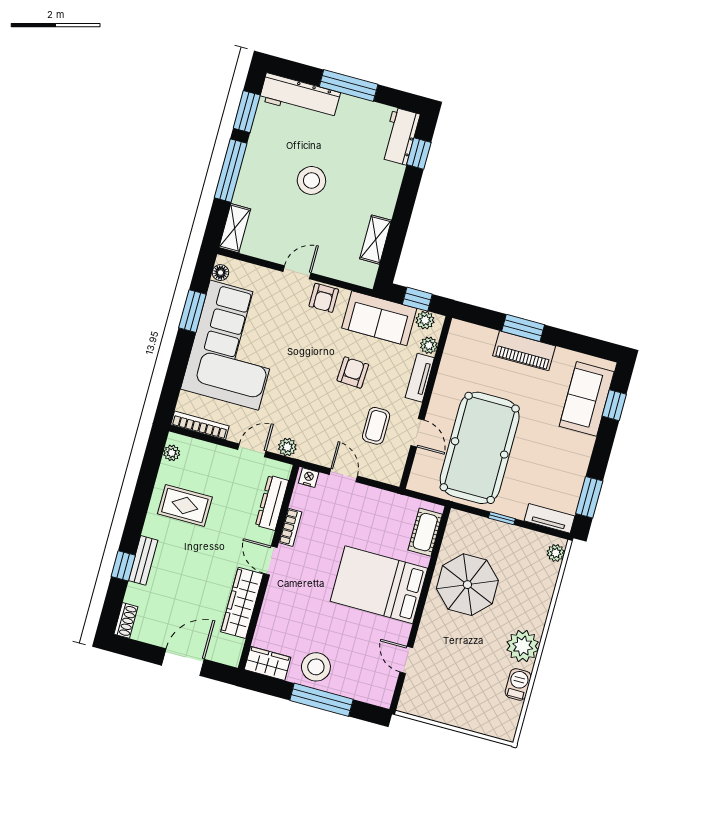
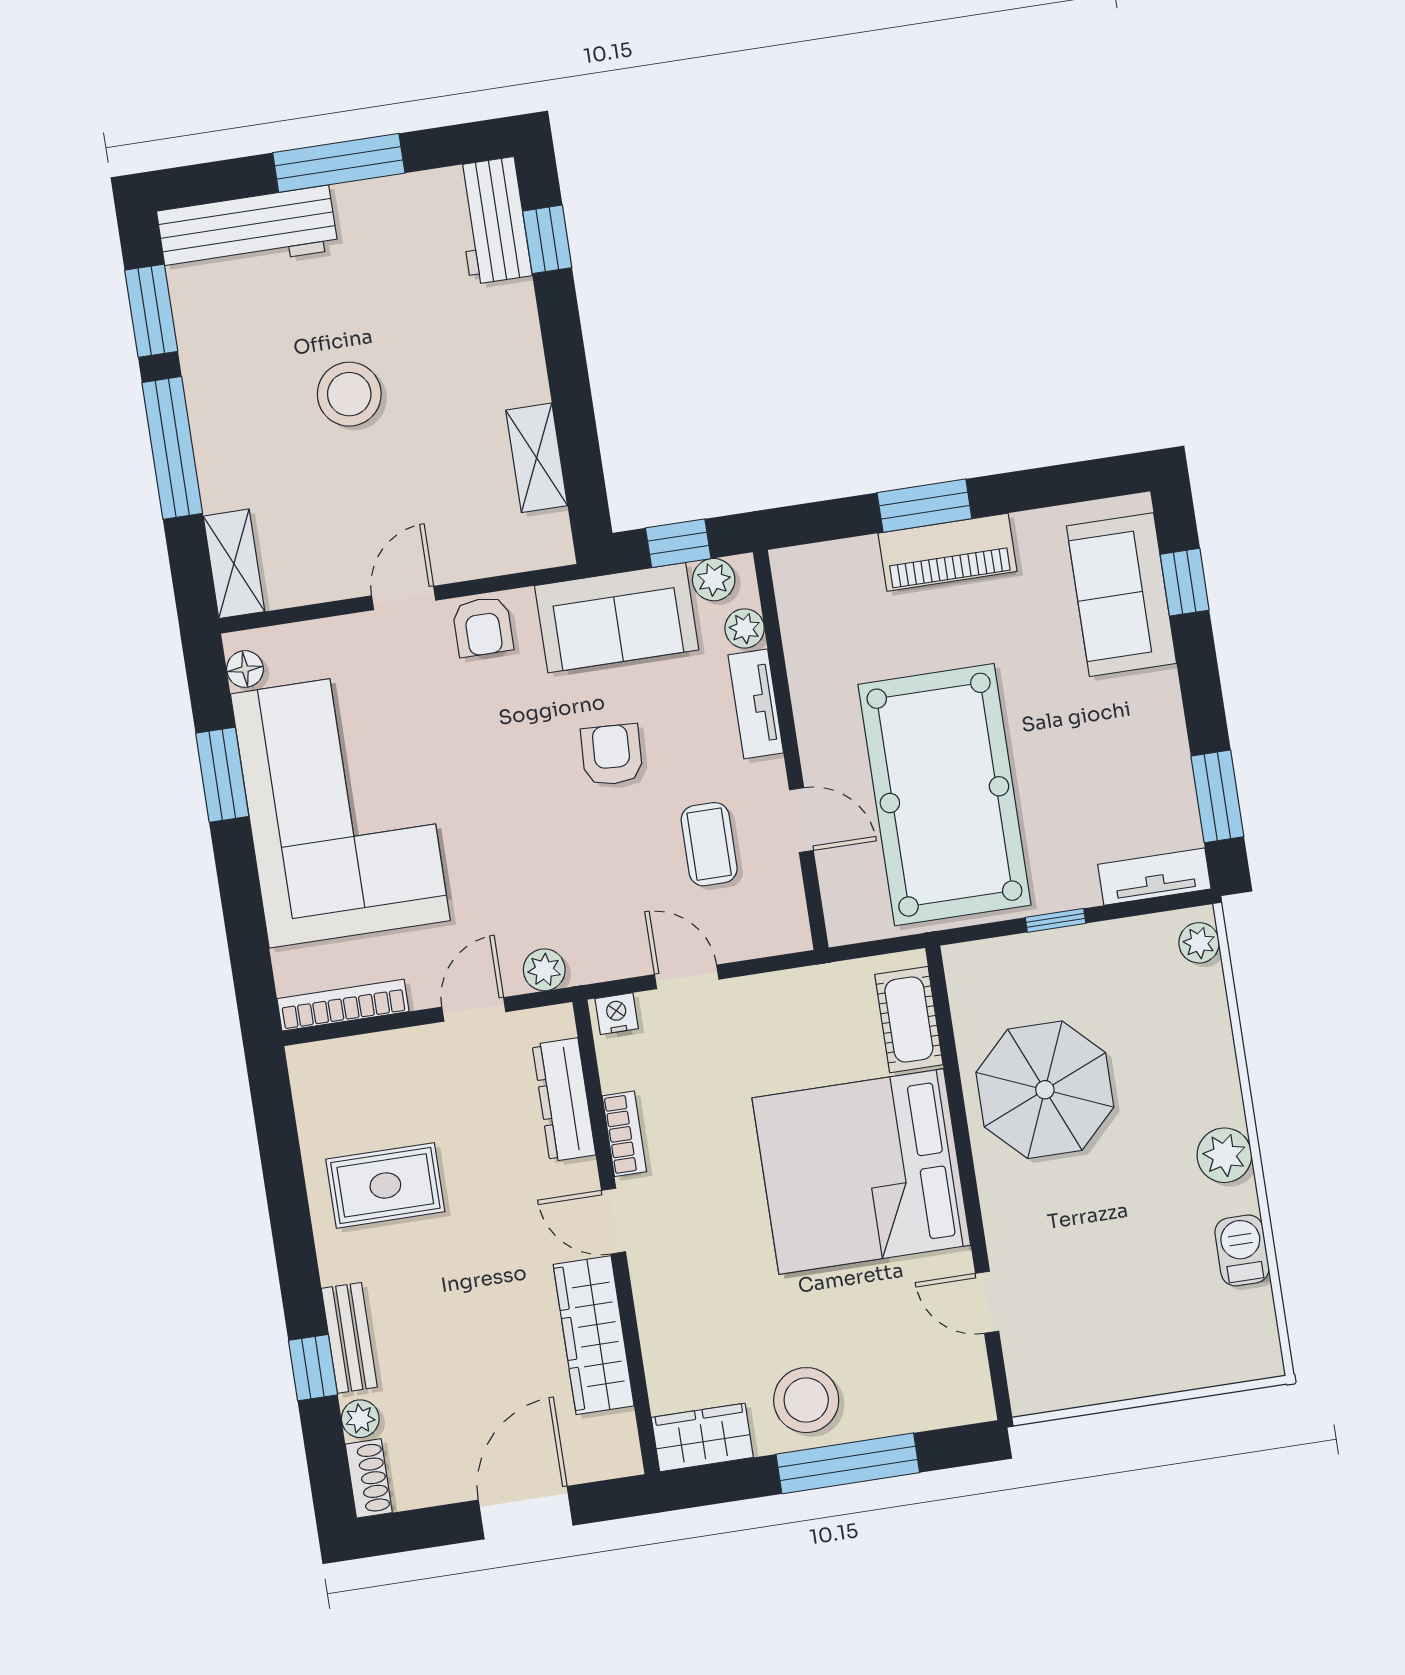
plant: (172, 453) -> (360, 1419), moved
bed: (379, 585) -> (861, 1172), width x1.36
plant: (523, 646) -> (1224, 1155), width x0.73, depth x0.73

